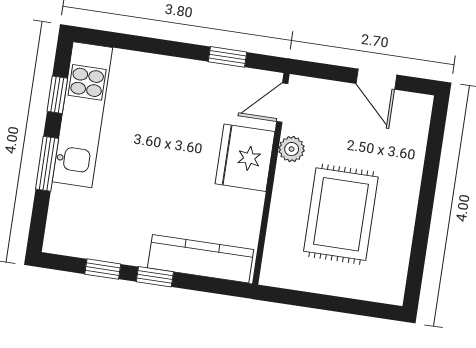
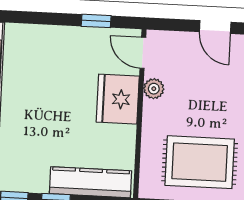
door: (282, 103) -> (143, 53), hinge flipped
rug: (341, 214) -> (200, 162), moved, turned 90

